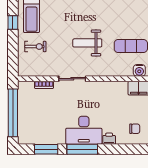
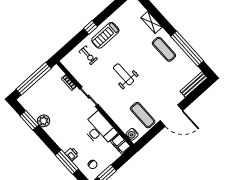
weight bench: (87, 43) -> (123, 74), moved
desk: (84, 130) -> (99, 129), moved, turned 180
plant: (58, 137) -> (44, 121), added
window: (82, 149) -> (67, 162), moved

